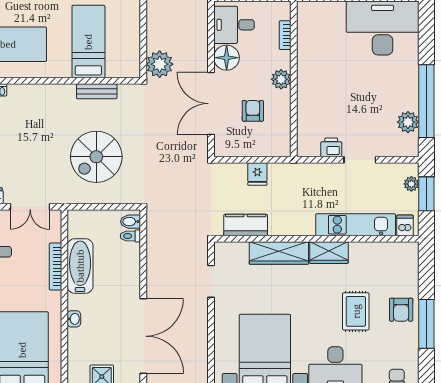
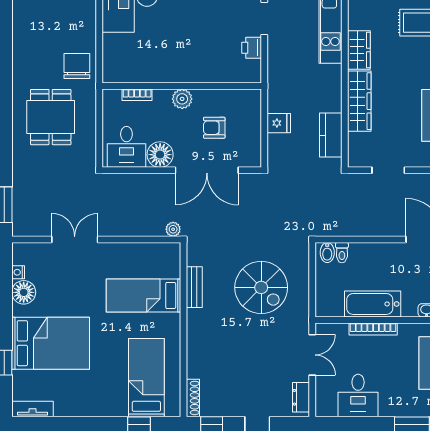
plant: (160, 64) -> (173, 229), width x0.53, depth x0.53

